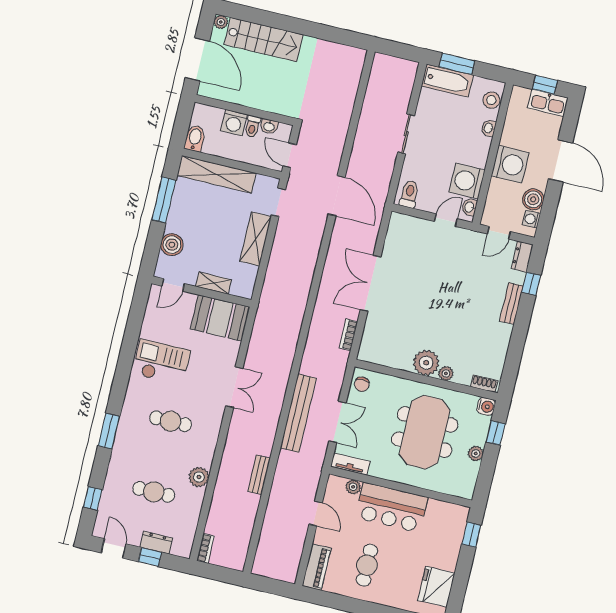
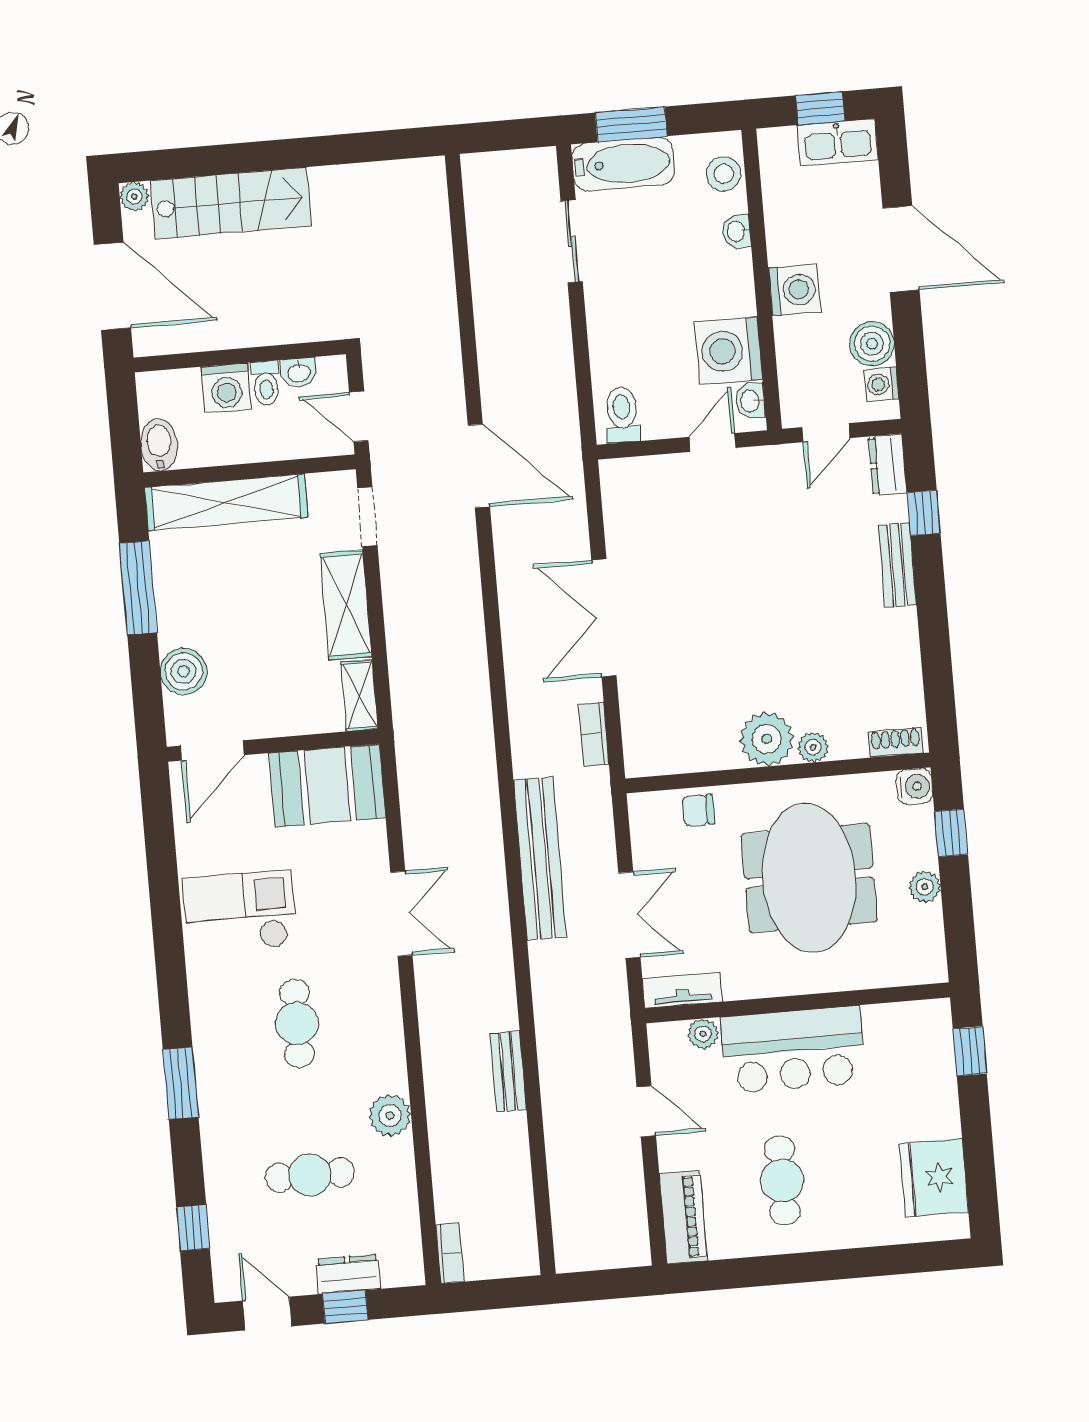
sliding door: (406, 134) -> (572, 241), moved
washing machine: (510, 164) -> (794, 290), width x0.73, depth x0.73
shelving: (214, 283) -> (359, 695), moved, turned 90
door: (173, 285) -> (212, 750), width x1.38
chair: (362, 384) -> (698, 810), moved, turned 90
bench: (298, 413) -> (540, 858), moved
cafe table: (171, 421) -> (297, 1023), turned 90

